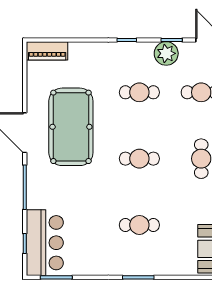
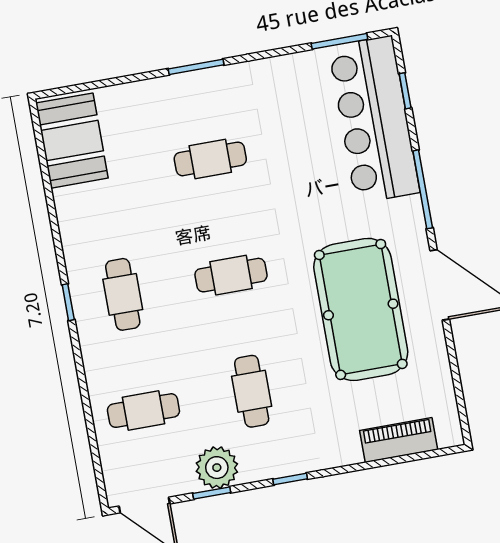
piano: (47, 51) -> (399, 440), moved
cafe table: (139, 92) -> (252, 391), turned 90
bar counter: (45, 243) -> (374, 120), width x1.36

